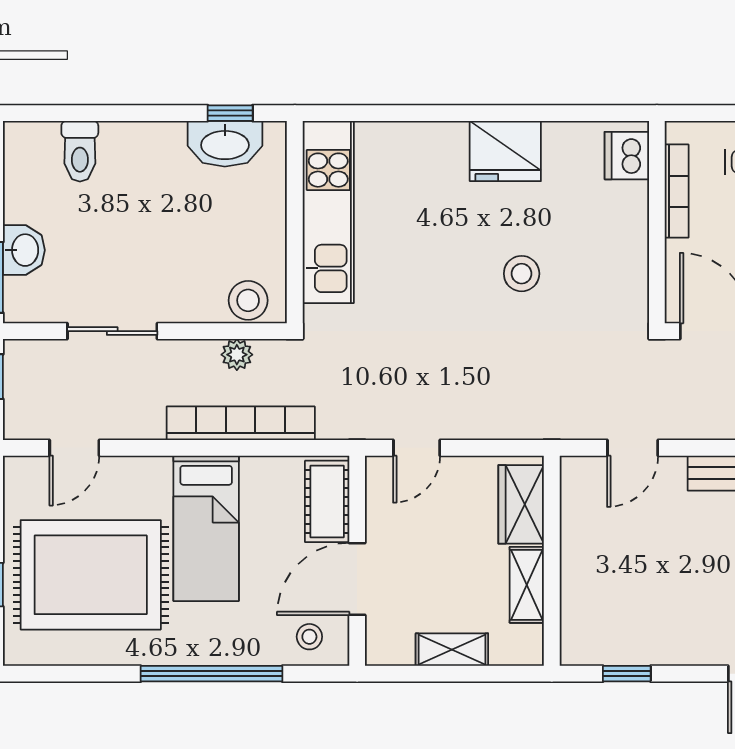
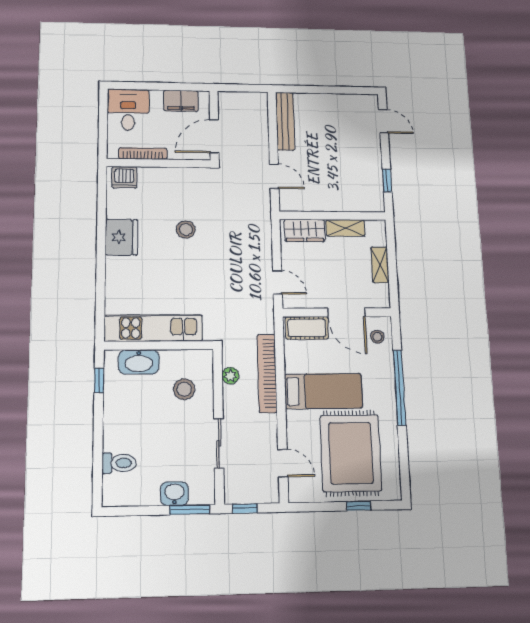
washbasin: (225, 144) -> (139, 362), moved, turned 90
stool: (248, 300) -> (184, 389), moved

